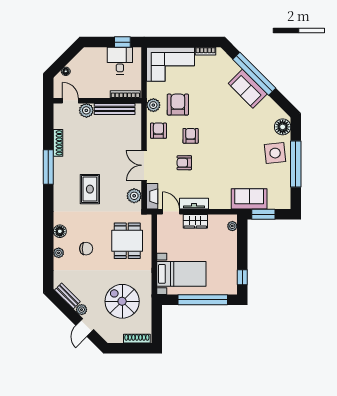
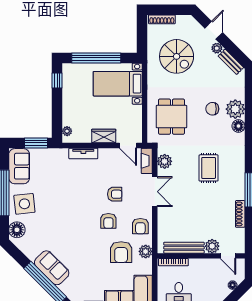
sofa: (249, 199) -> (19, 166), moved, turned -90
tv unit: (194, 204) -> (83, 153), moved
plant: (59, 253) -> (235, 109), width x1.87, depth x1.87

